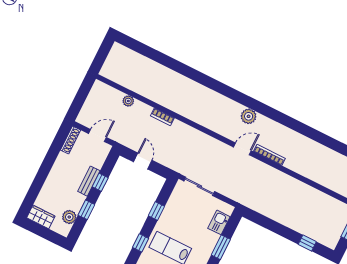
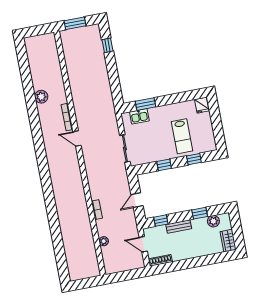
plant: (249, 116) -> (41, 97), moved
window: (100, 182) -> (161, 221), moved
window: (221, 247) -> (145, 104), moved

